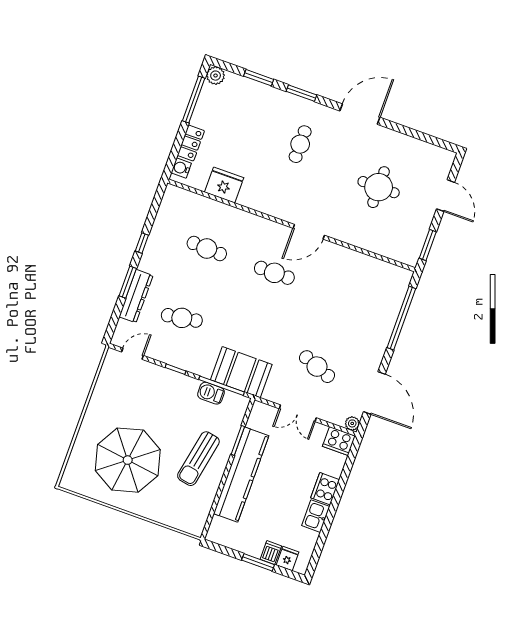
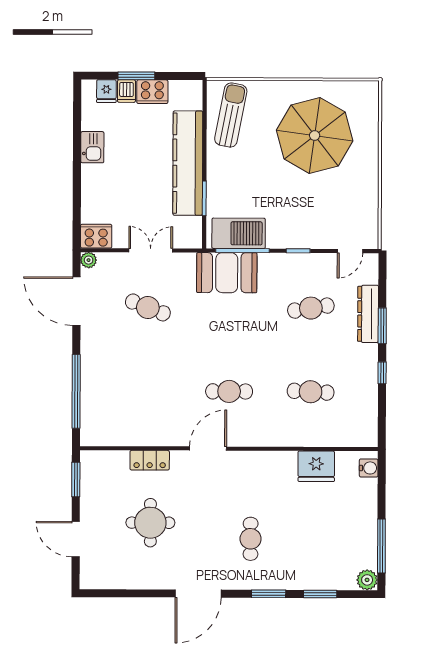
locker: (191, 143) -> (150, 460), moved, turned -90
barbecue: (211, 393) -> (239, 233), width x1.88, depth x1.53
sun lounger: (198, 459) -> (231, 115), moved
cooker: (325, 489) -> (152, 92), moved, turned 90

